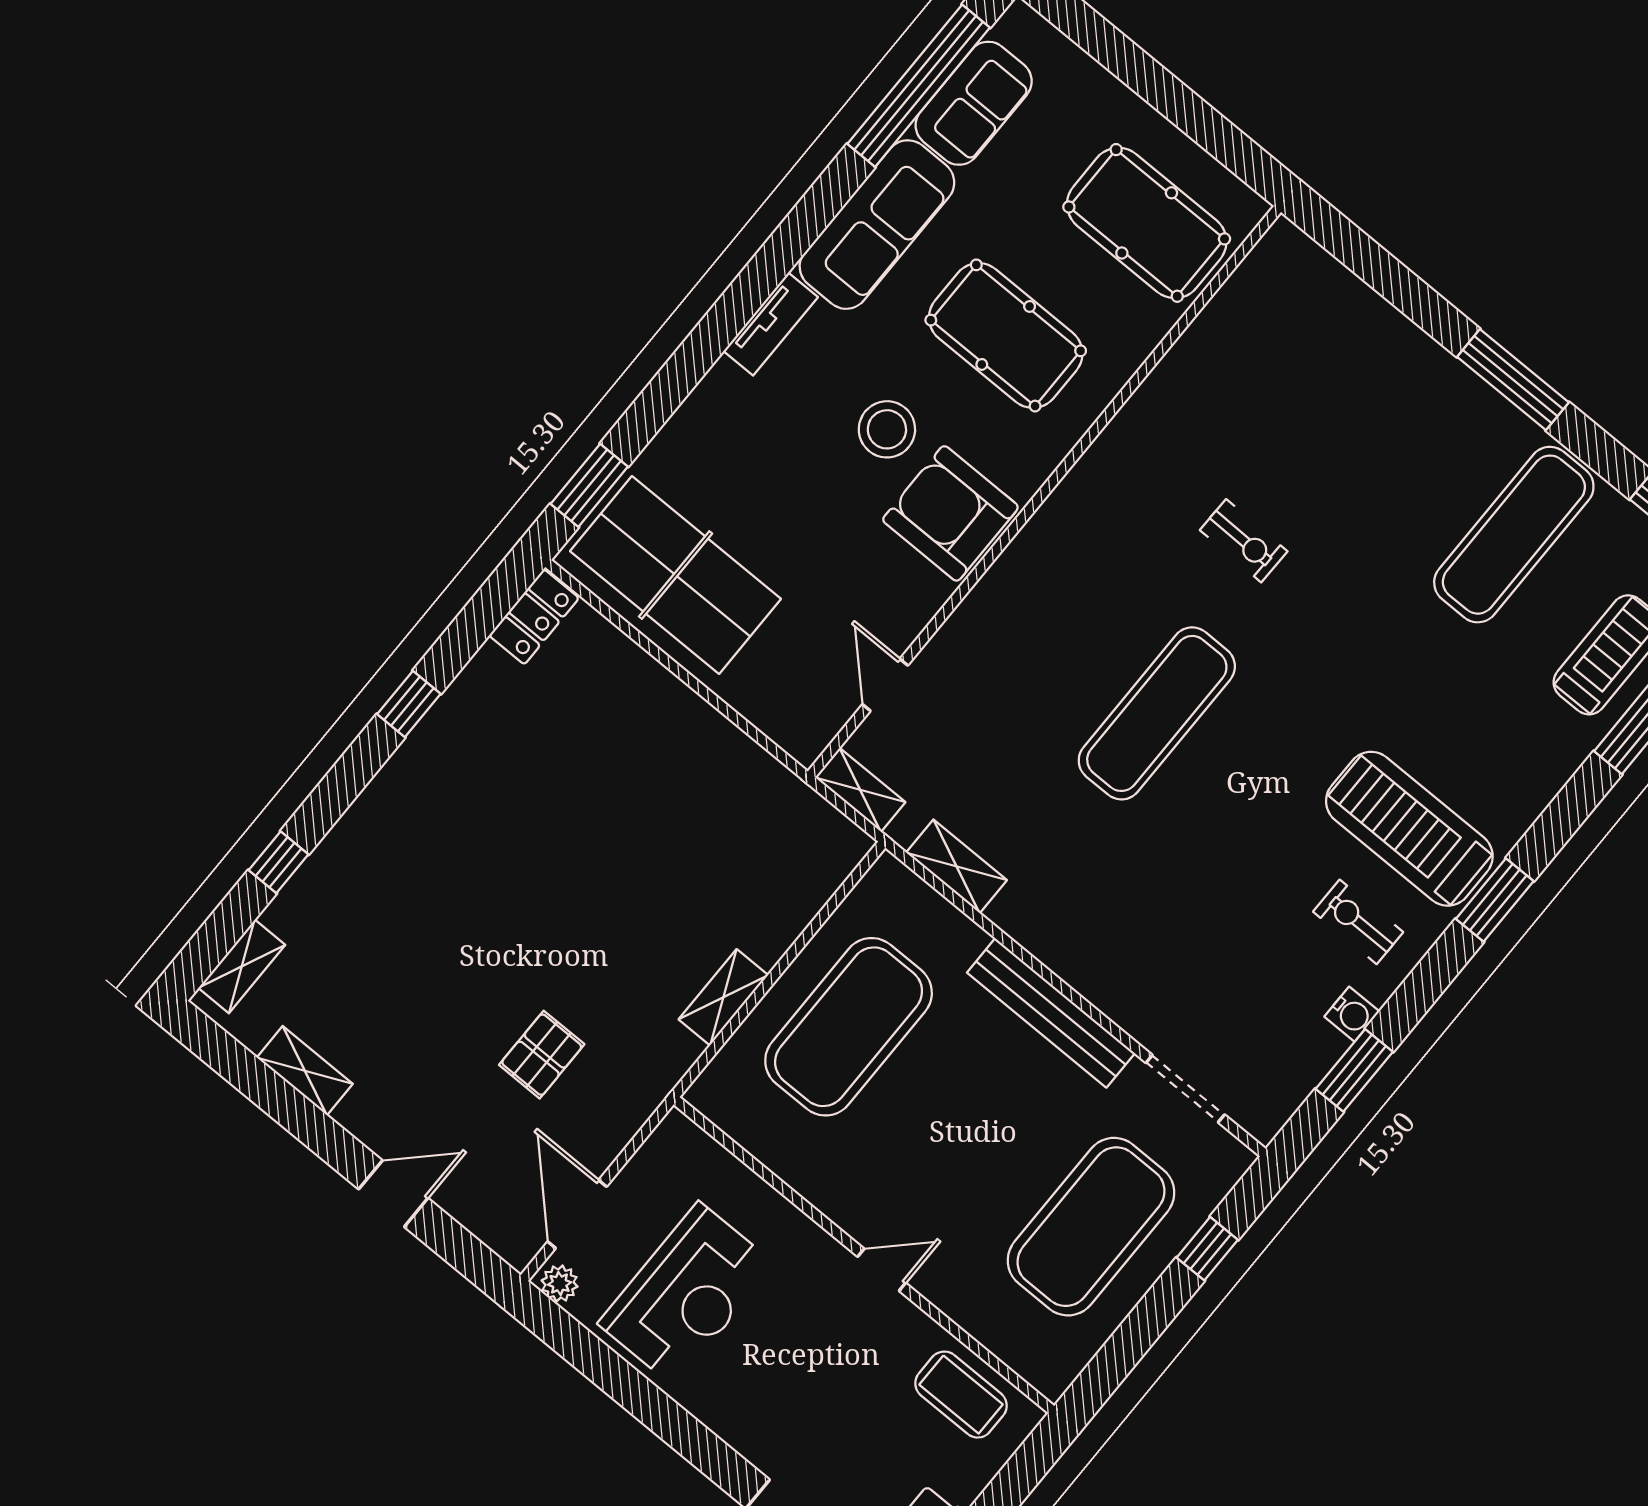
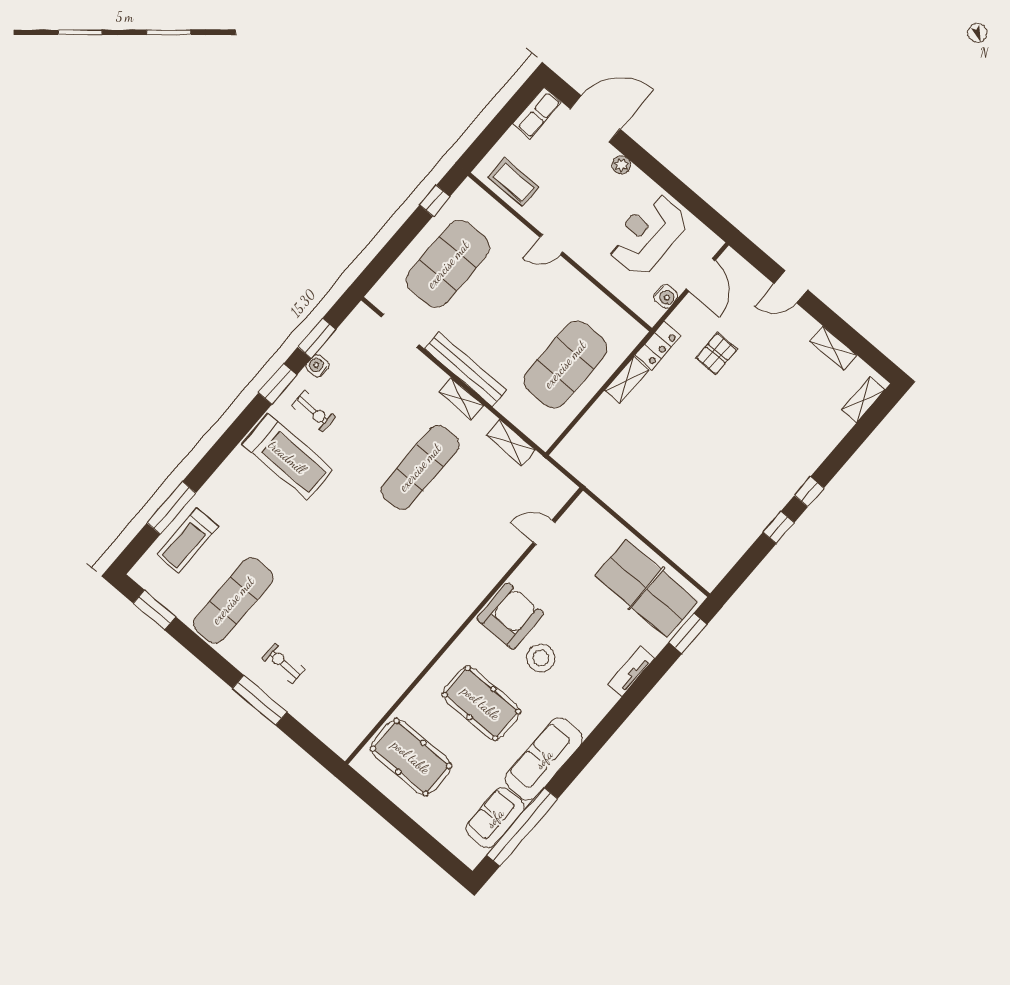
tv unit: (771, 324) -> (631, 671), moved
window: (1513, 380) -> (260, 700), moved
armchair: (950, 513) -> (510, 616), turned -90
exercise bike: (1244, 541) -> (284, 664), moved
locker: (534, 617) -> (658, 345), moved, turned 180
door: (885, 685) -> (544, 532), swing flipped
exercise mat: (1157, 713) -> (420, 467), moved
shelving: (860, 790) -> (461, 399), moved
window: (279, 862) -> (809, 492), moved
window: (1495, 900) -> (278, 384), moved
water cooler: (647, 1169) -> (666, 296), added
window: (1207, 1249) -> (435, 201), moved
plant: (560, 1283) -> (621, 165), moved

